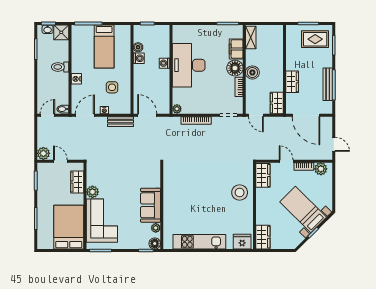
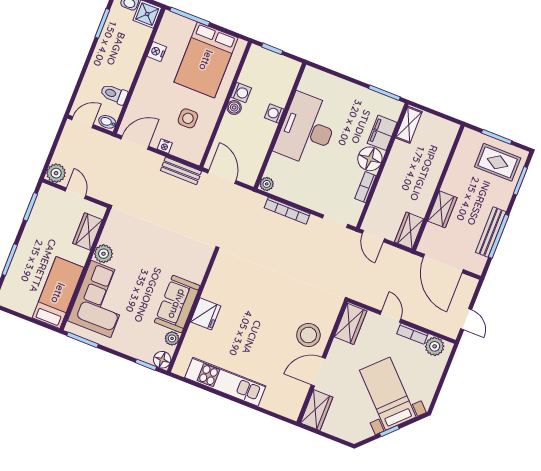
bed: (104, 47) -> (206, 60), width x1.50
boiler: (138, 47) -> (234, 107), moved
toilet: (60, 67) -> (114, 94), moved
boiler: (252, 72) -> (392, 174), removed
nightstand: (76, 79) -> (157, 52), moved
door: (255, 213) -> (318, 372), added
bed: (69, 227) -> (58, 293), width x0.67
fridge: (242, 242) -> (206, 314), moved, turned 90

